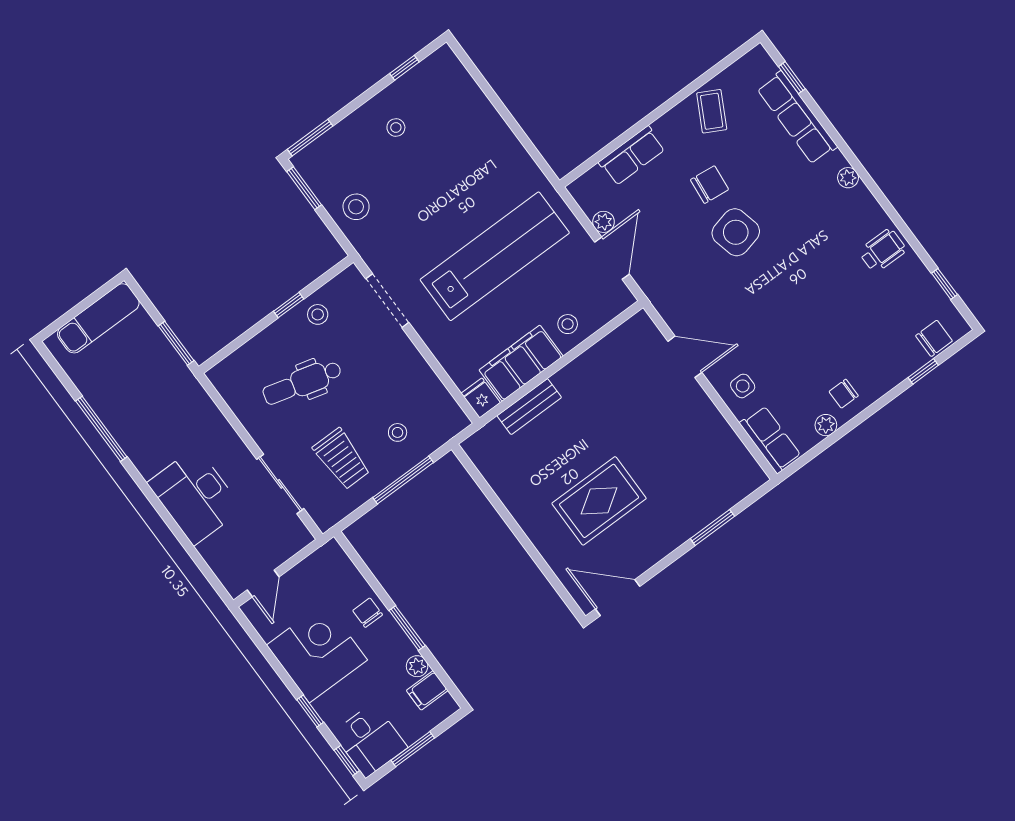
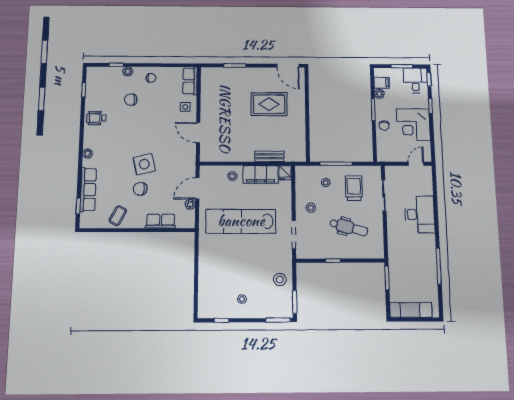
stool: (318, 314) -> (311, 208), moved
chair: (934, 338) -> (131, 100), moved
plant: (826, 425) -> (128, 71), moved

